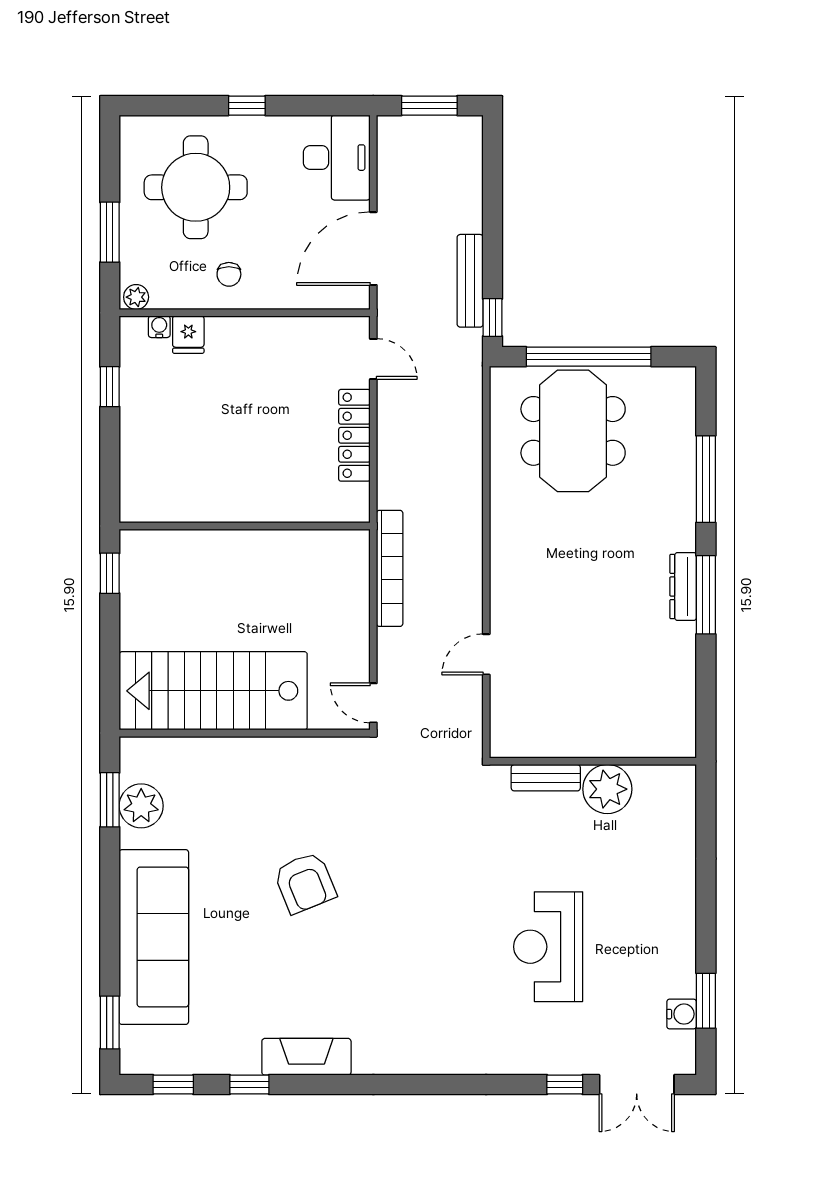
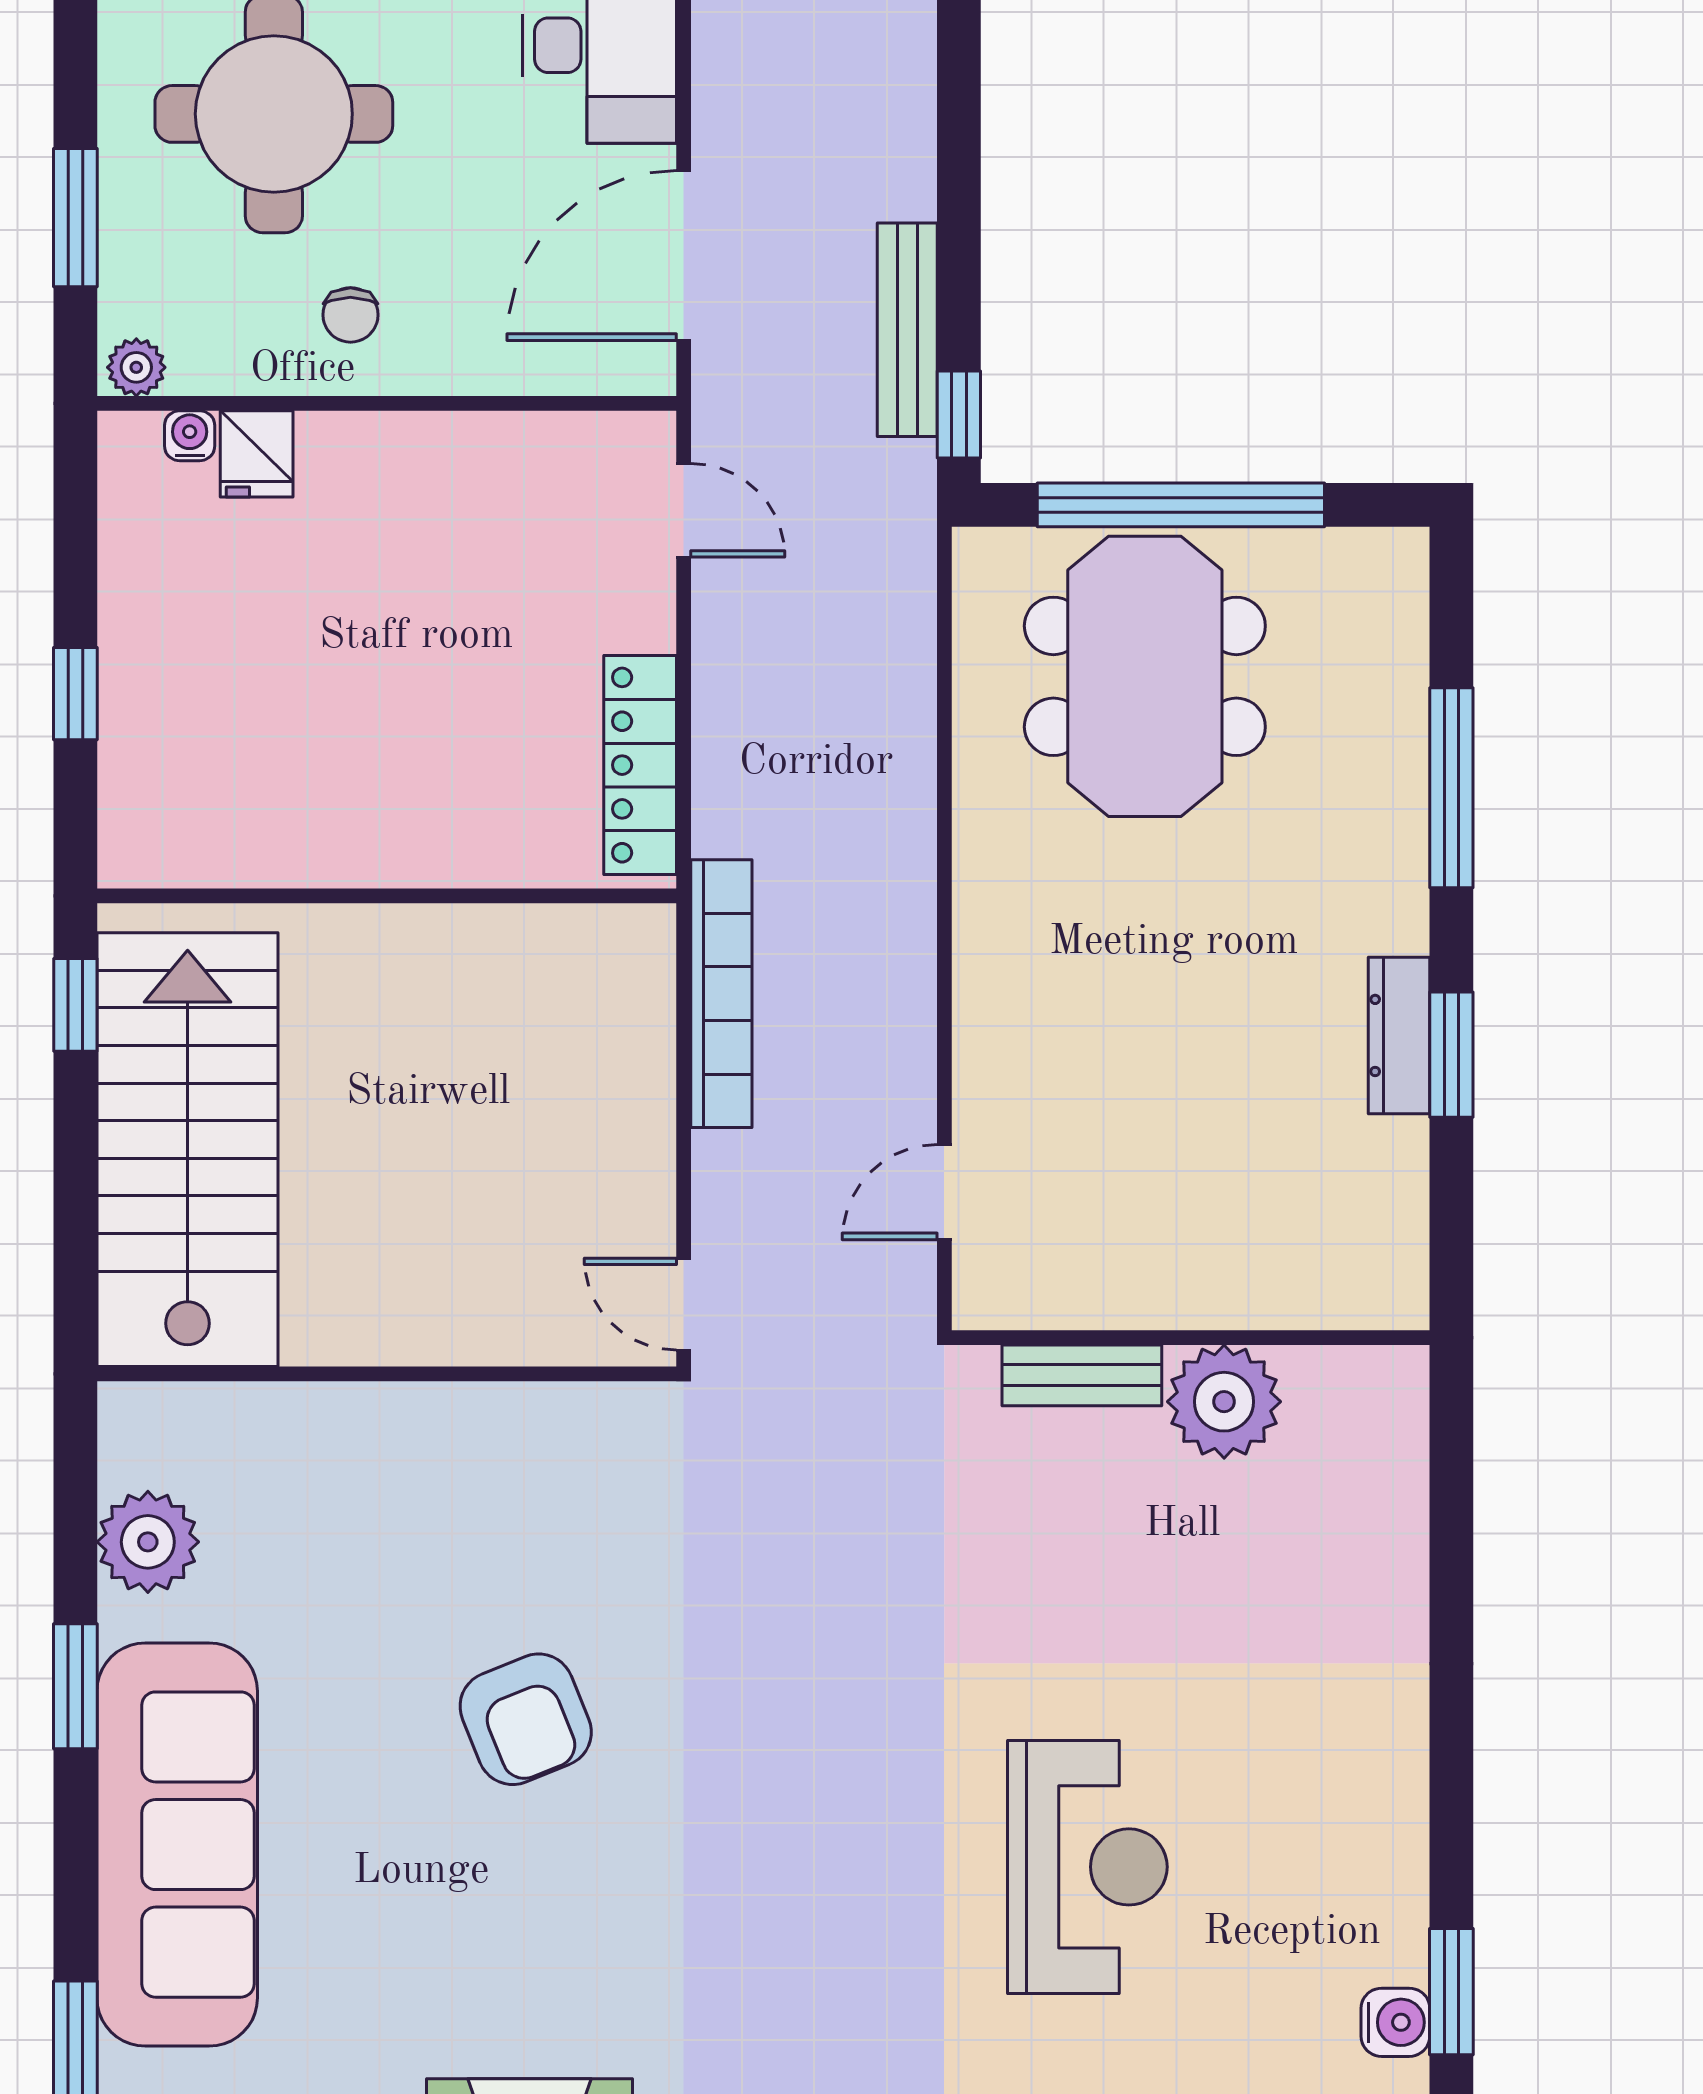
window: (110, 387) -> (75, 694), moved
locker: (354, 435) -> (640, 765), moved
window: (706, 595) -> (1451, 1055), width x0.69
stairs: (213, 691) -> (188, 1150), moved, turned 90
wall: (593, 761) -> (1191, 1338), moved
bench: (546, 778) -> (1082, 1375), moved
plant: (607, 789) -> (1224, 1402), moved
window: (110, 800) -> (75, 1686), moved
reception desk: (548, 947) -> (1087, 1867), turned 180

